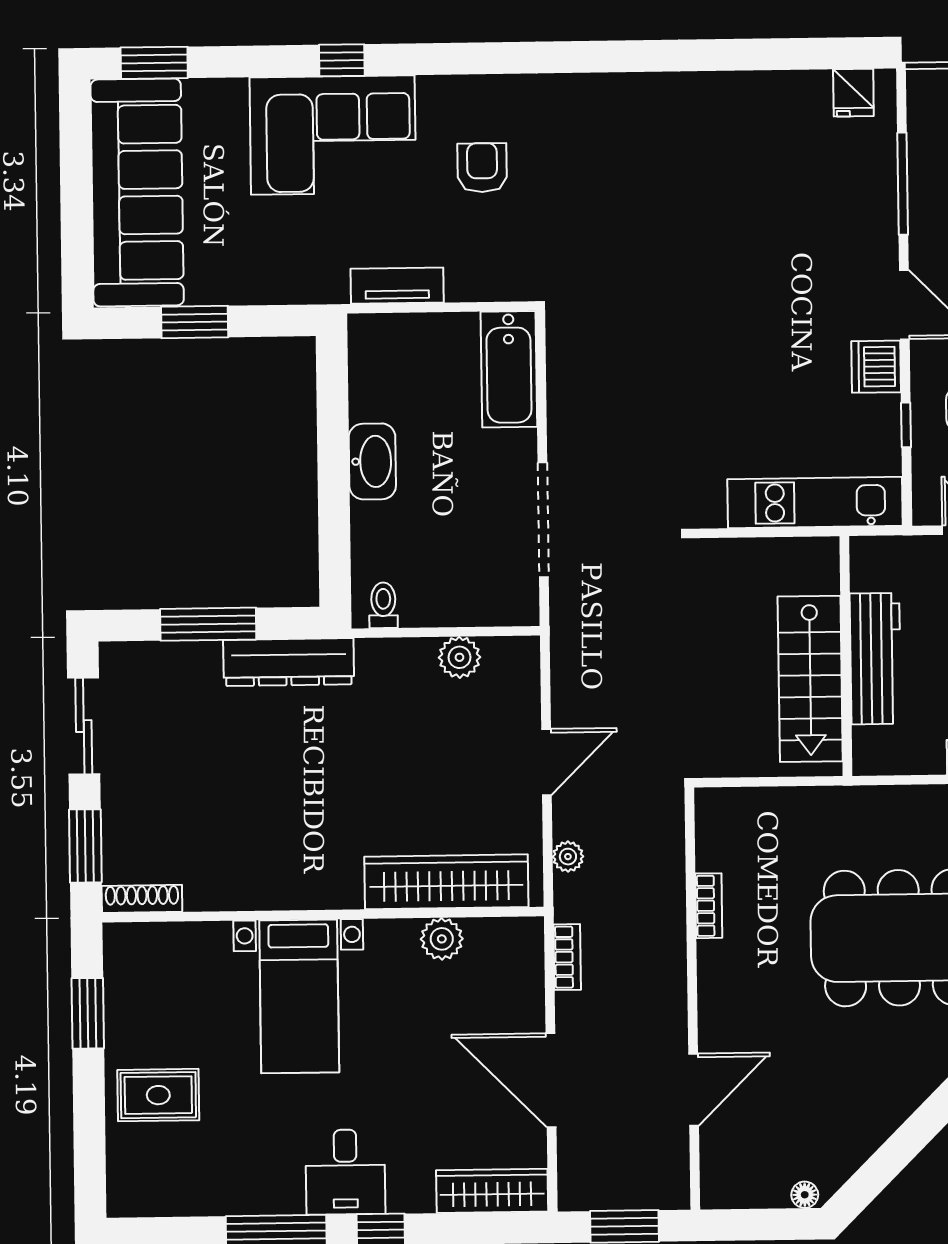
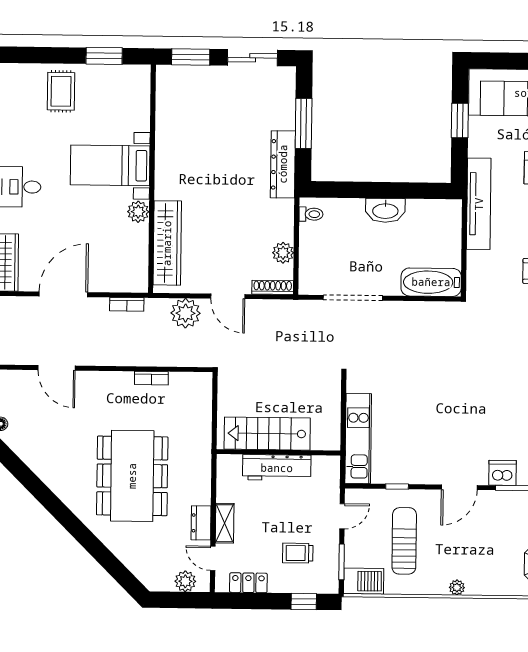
tv unit: (397, 286) -> (479, 204), width x1.92, depth x1.29
dishwasher: (876, 367) -> (502, 473), moved
plant: (568, 857) -> (186, 313), width x1.88, depth x1.88
shoe rack: (142, 899) -> (273, 287), moved, turned -90
plant: (442, 939) -> (138, 212), moved

